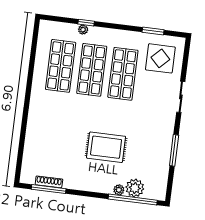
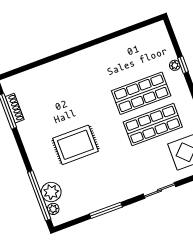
shop shelf: (61, 66) -> (130, 62), removed
rug: (106, 147) -> (75, 145), turned 90
plant: (119, 190) -> (53, 209), moved

